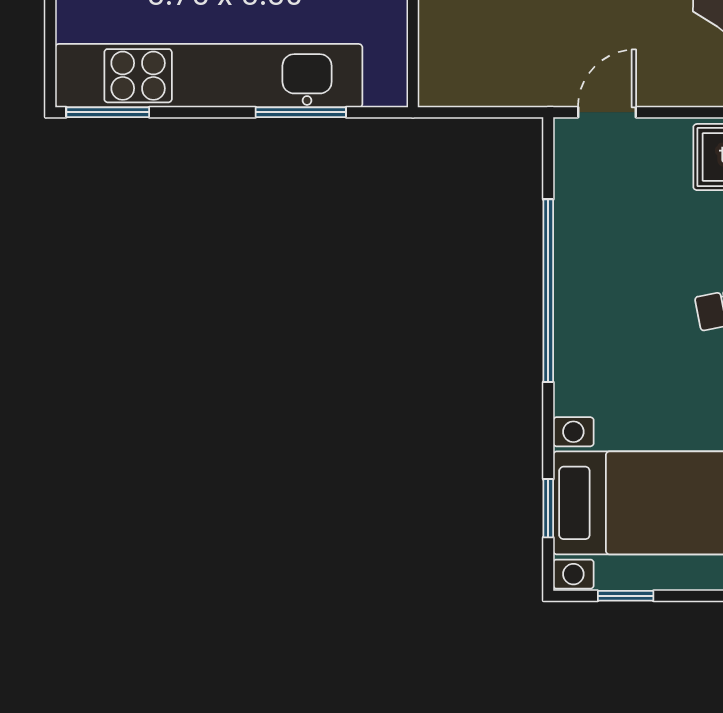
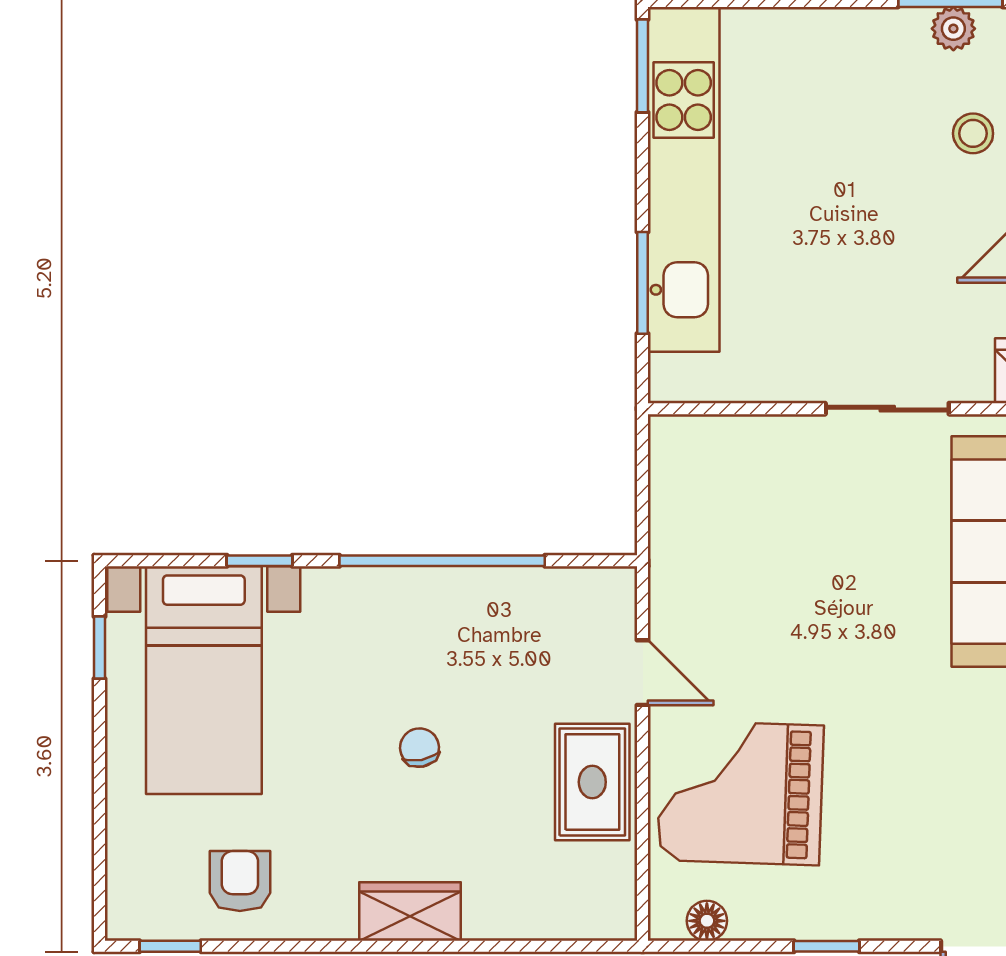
door: (607, 112) -> (643, 673), moved
window: (548, 508) -> (260, 561), moved

